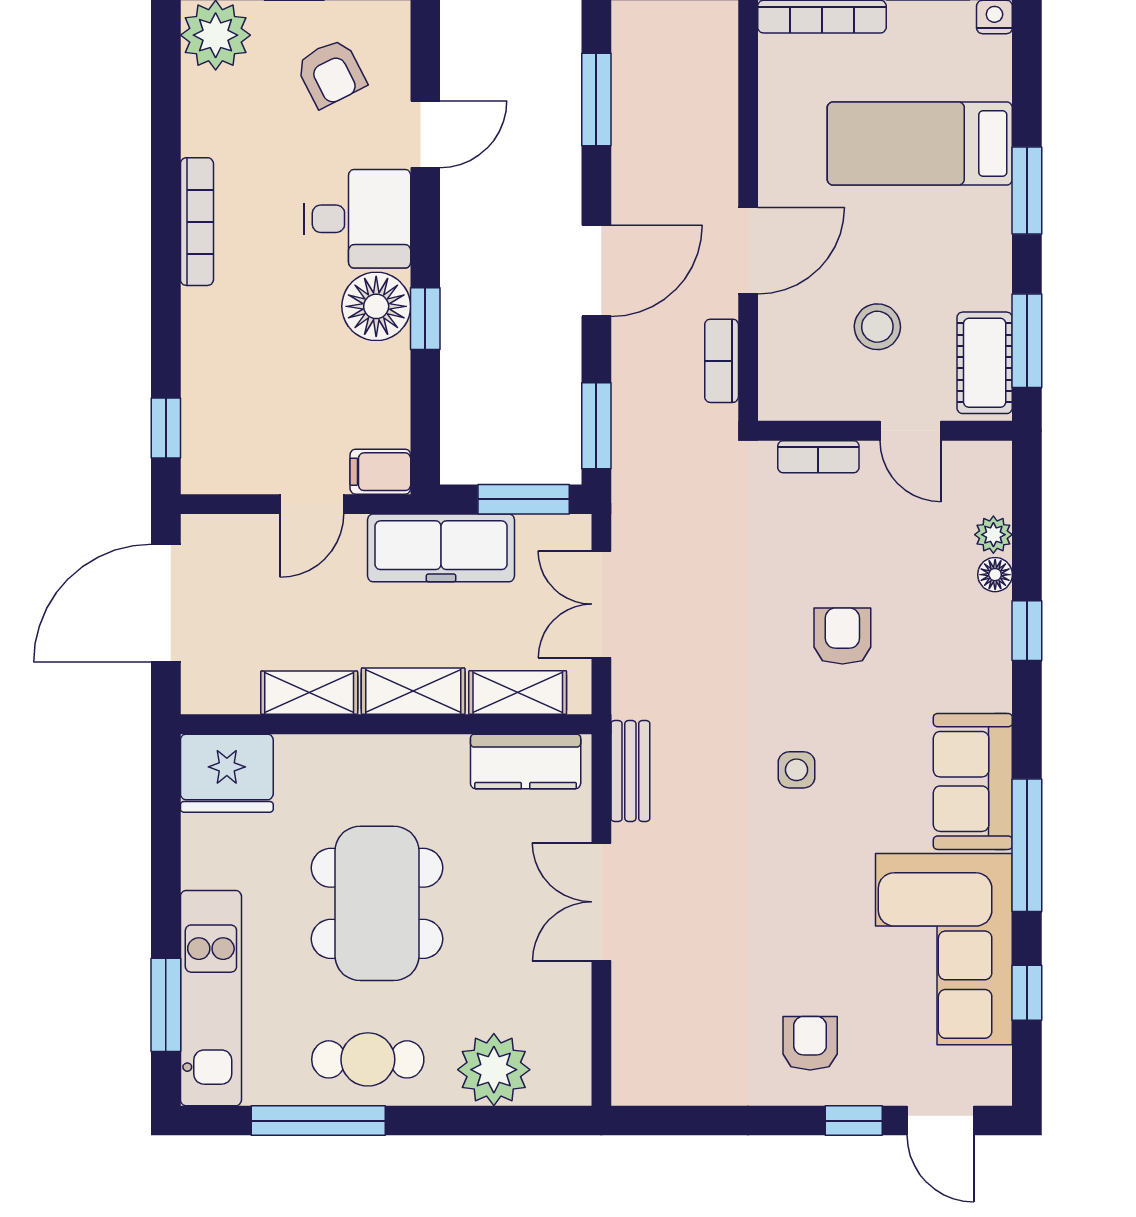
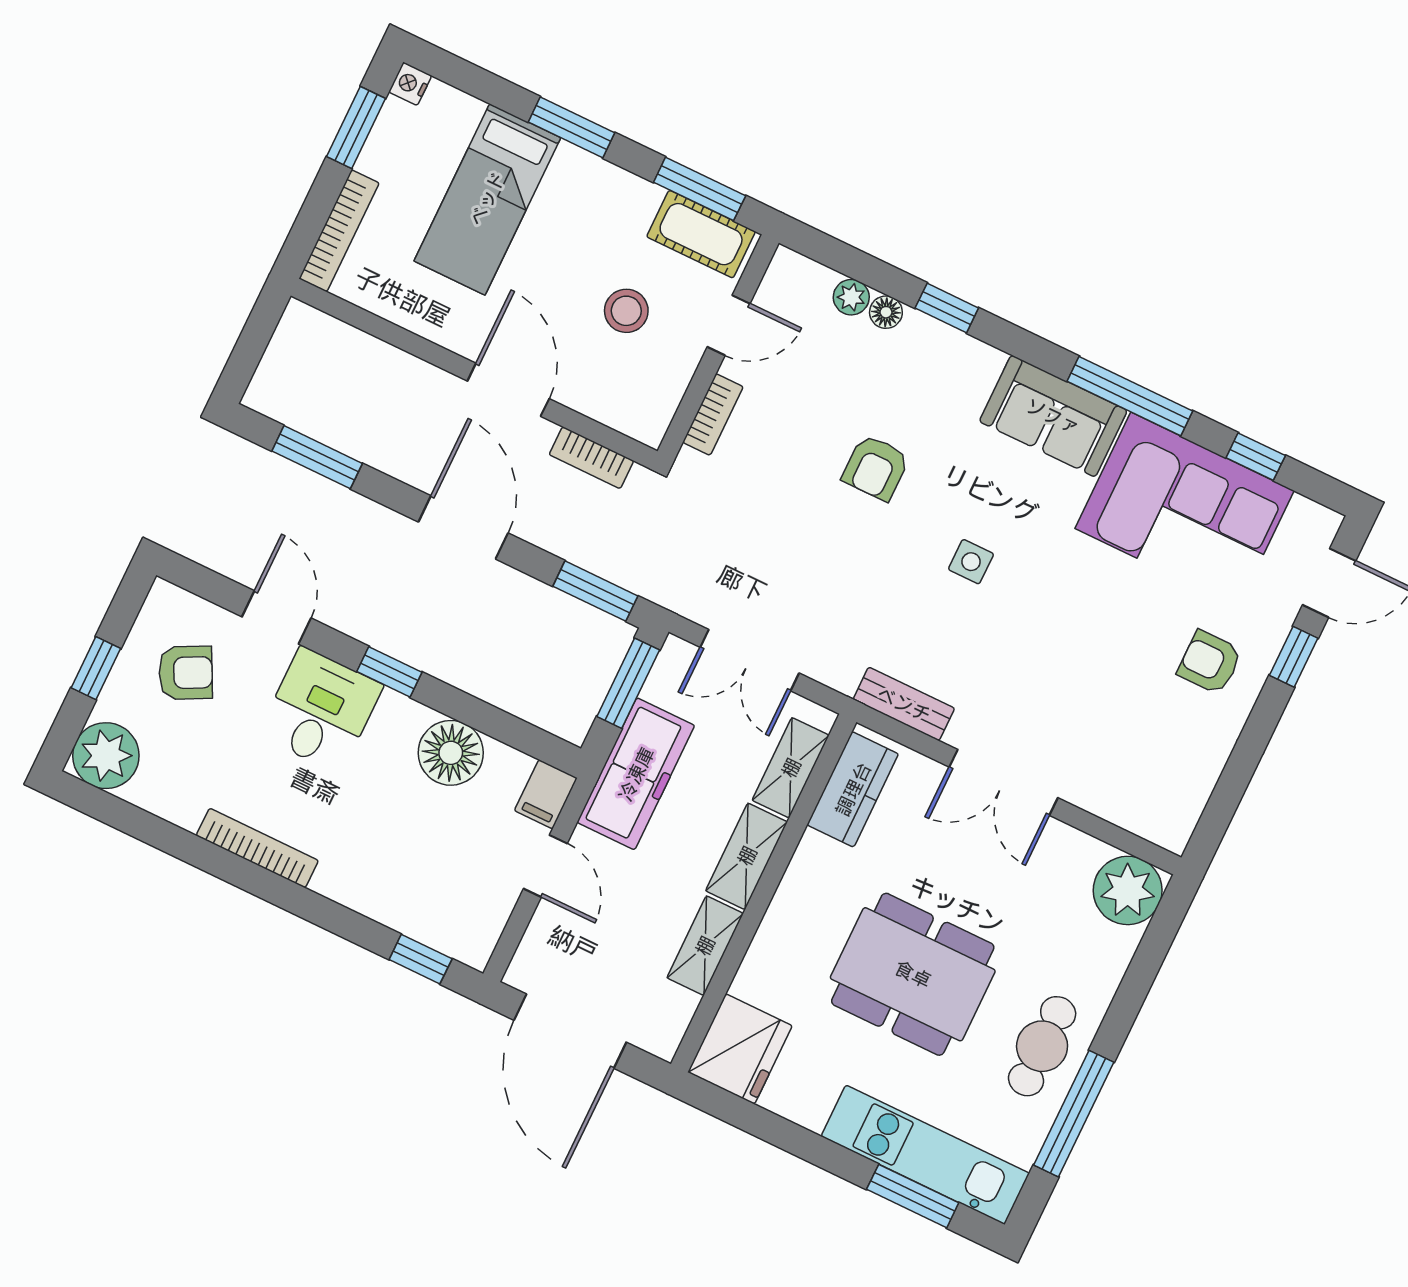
floor lamp: (376, 306) -> (451, 753), moved
window: (425, 319) -> (389, 672), moved
armchair: (842, 636) -> (876, 468), turned -90
plant: (494, 1070) -> (1128, 890), moved

